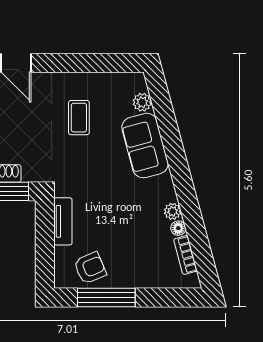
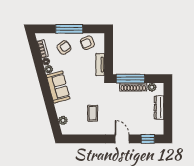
sofa: (145, 146) -> (58, 87), moved
armchair: (140, 258) -> (64, 48), added
window: (106, 298) -> (69, 29), moved

